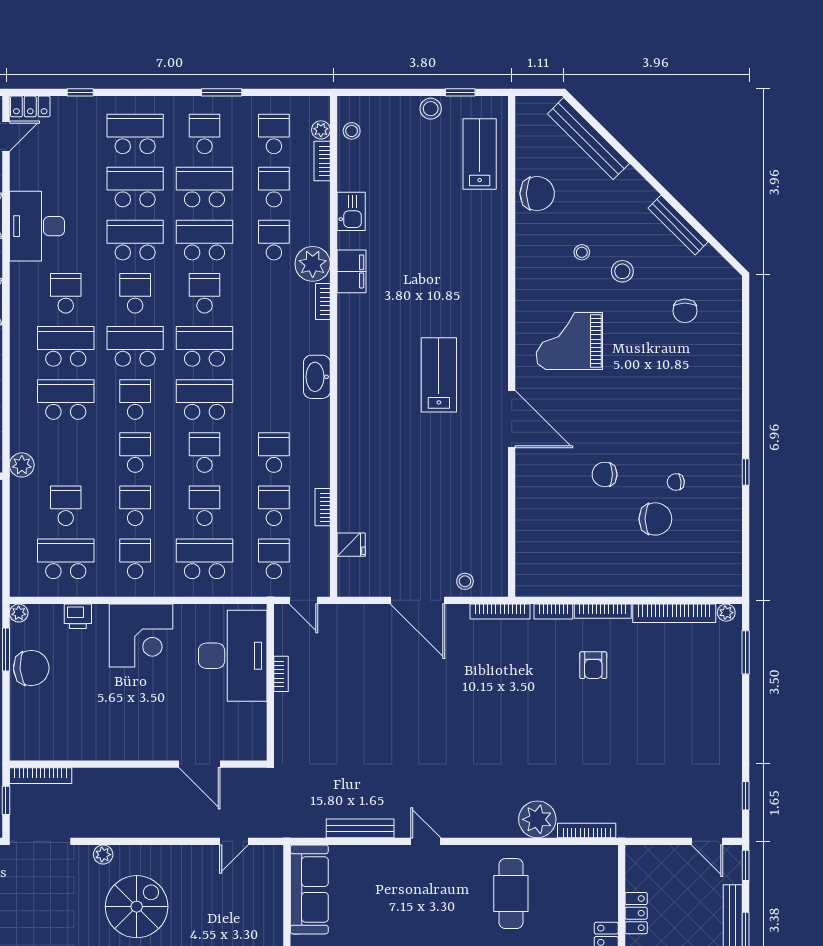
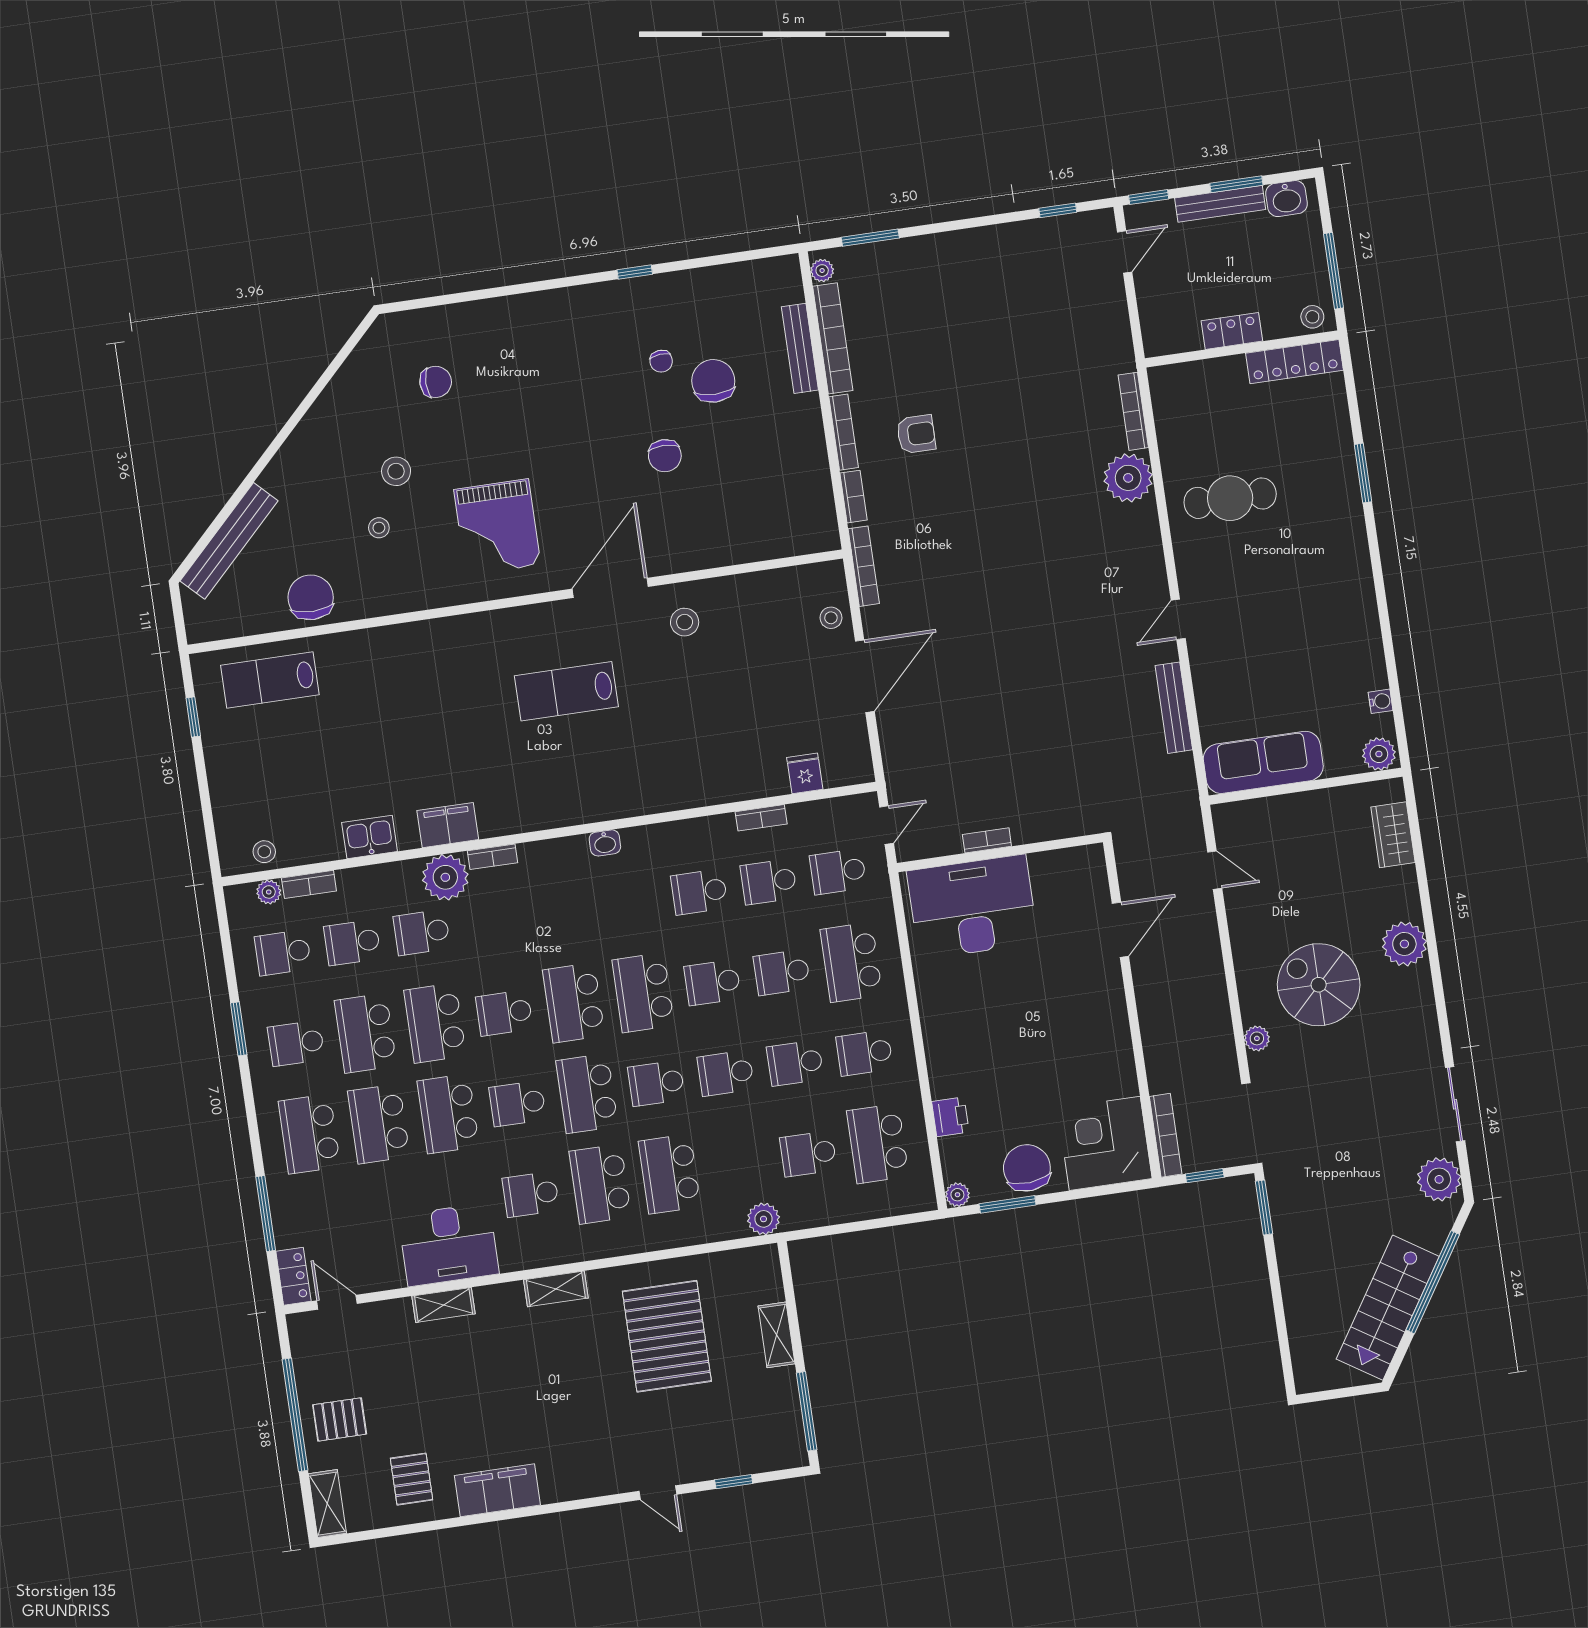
window: (80, 92) -> (266, 1214), width x2.17
stool: (431, 109) -> (685, 622), moved
bench: (678, 225) -> (800, 348), moved, turned -45
washbasin: (317, 377) -> (605, 843), width x0.52, depth x0.69
corner desk: (141, 635) -> (1105, 1143), moved, turned -90

